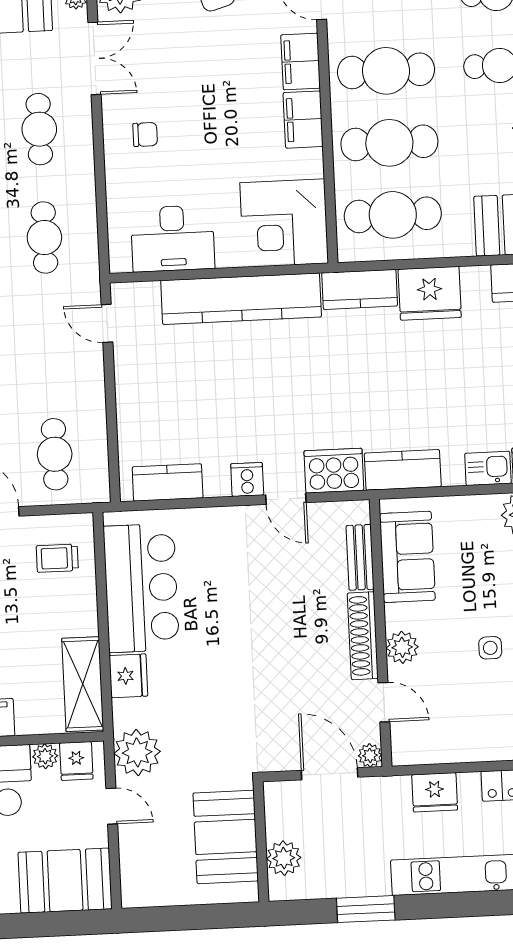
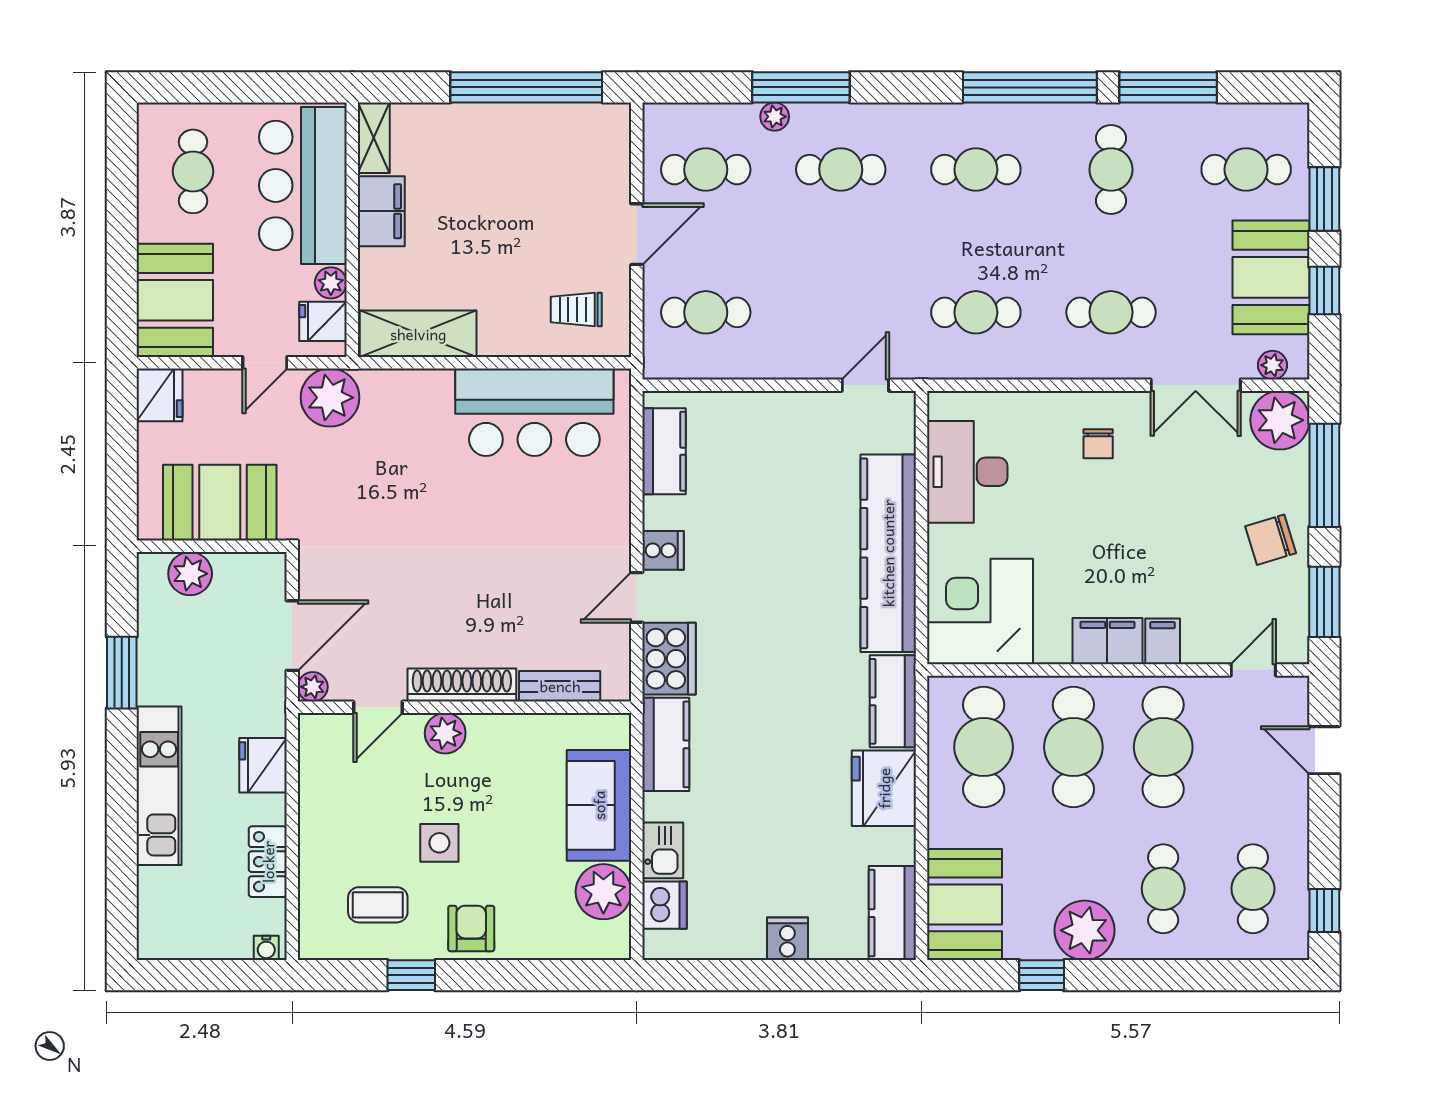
filing cabinet: (301, 62) -> (1163, 641), width x0.50
sofa: (407, 557) -> (599, 805), moved, turned 90
trolley: (57, 558) -> (576, 310), turned -90
side table: (490, 648) -> (439, 843), width x1.37, depth x1.37
fridge: (128, 676) -> (160, 395), moved, turned -90

